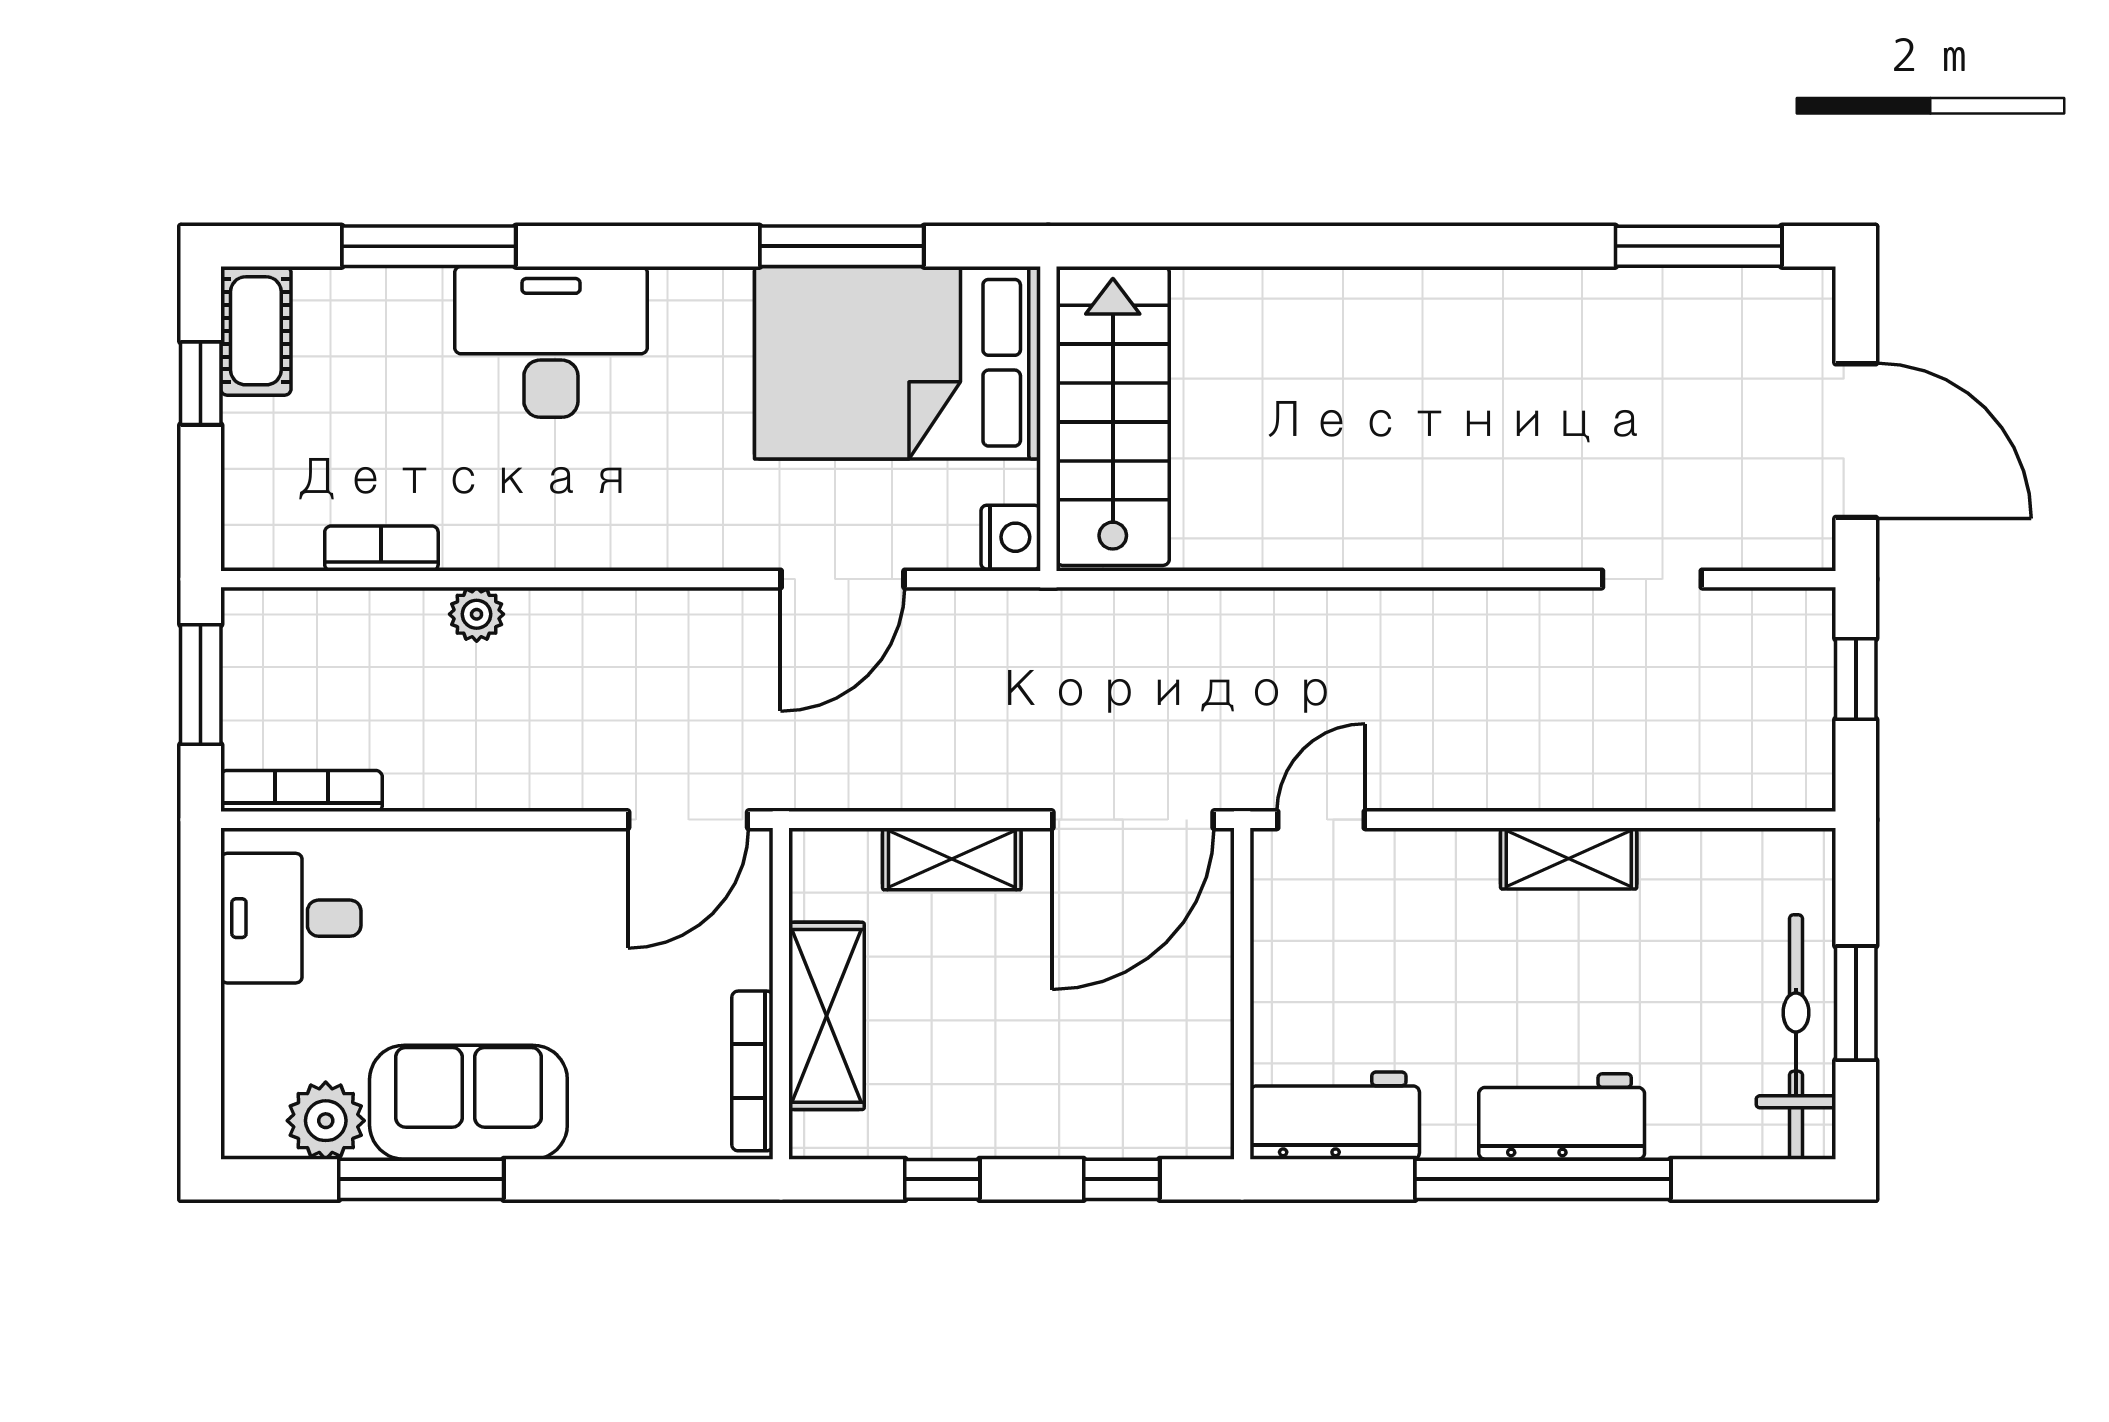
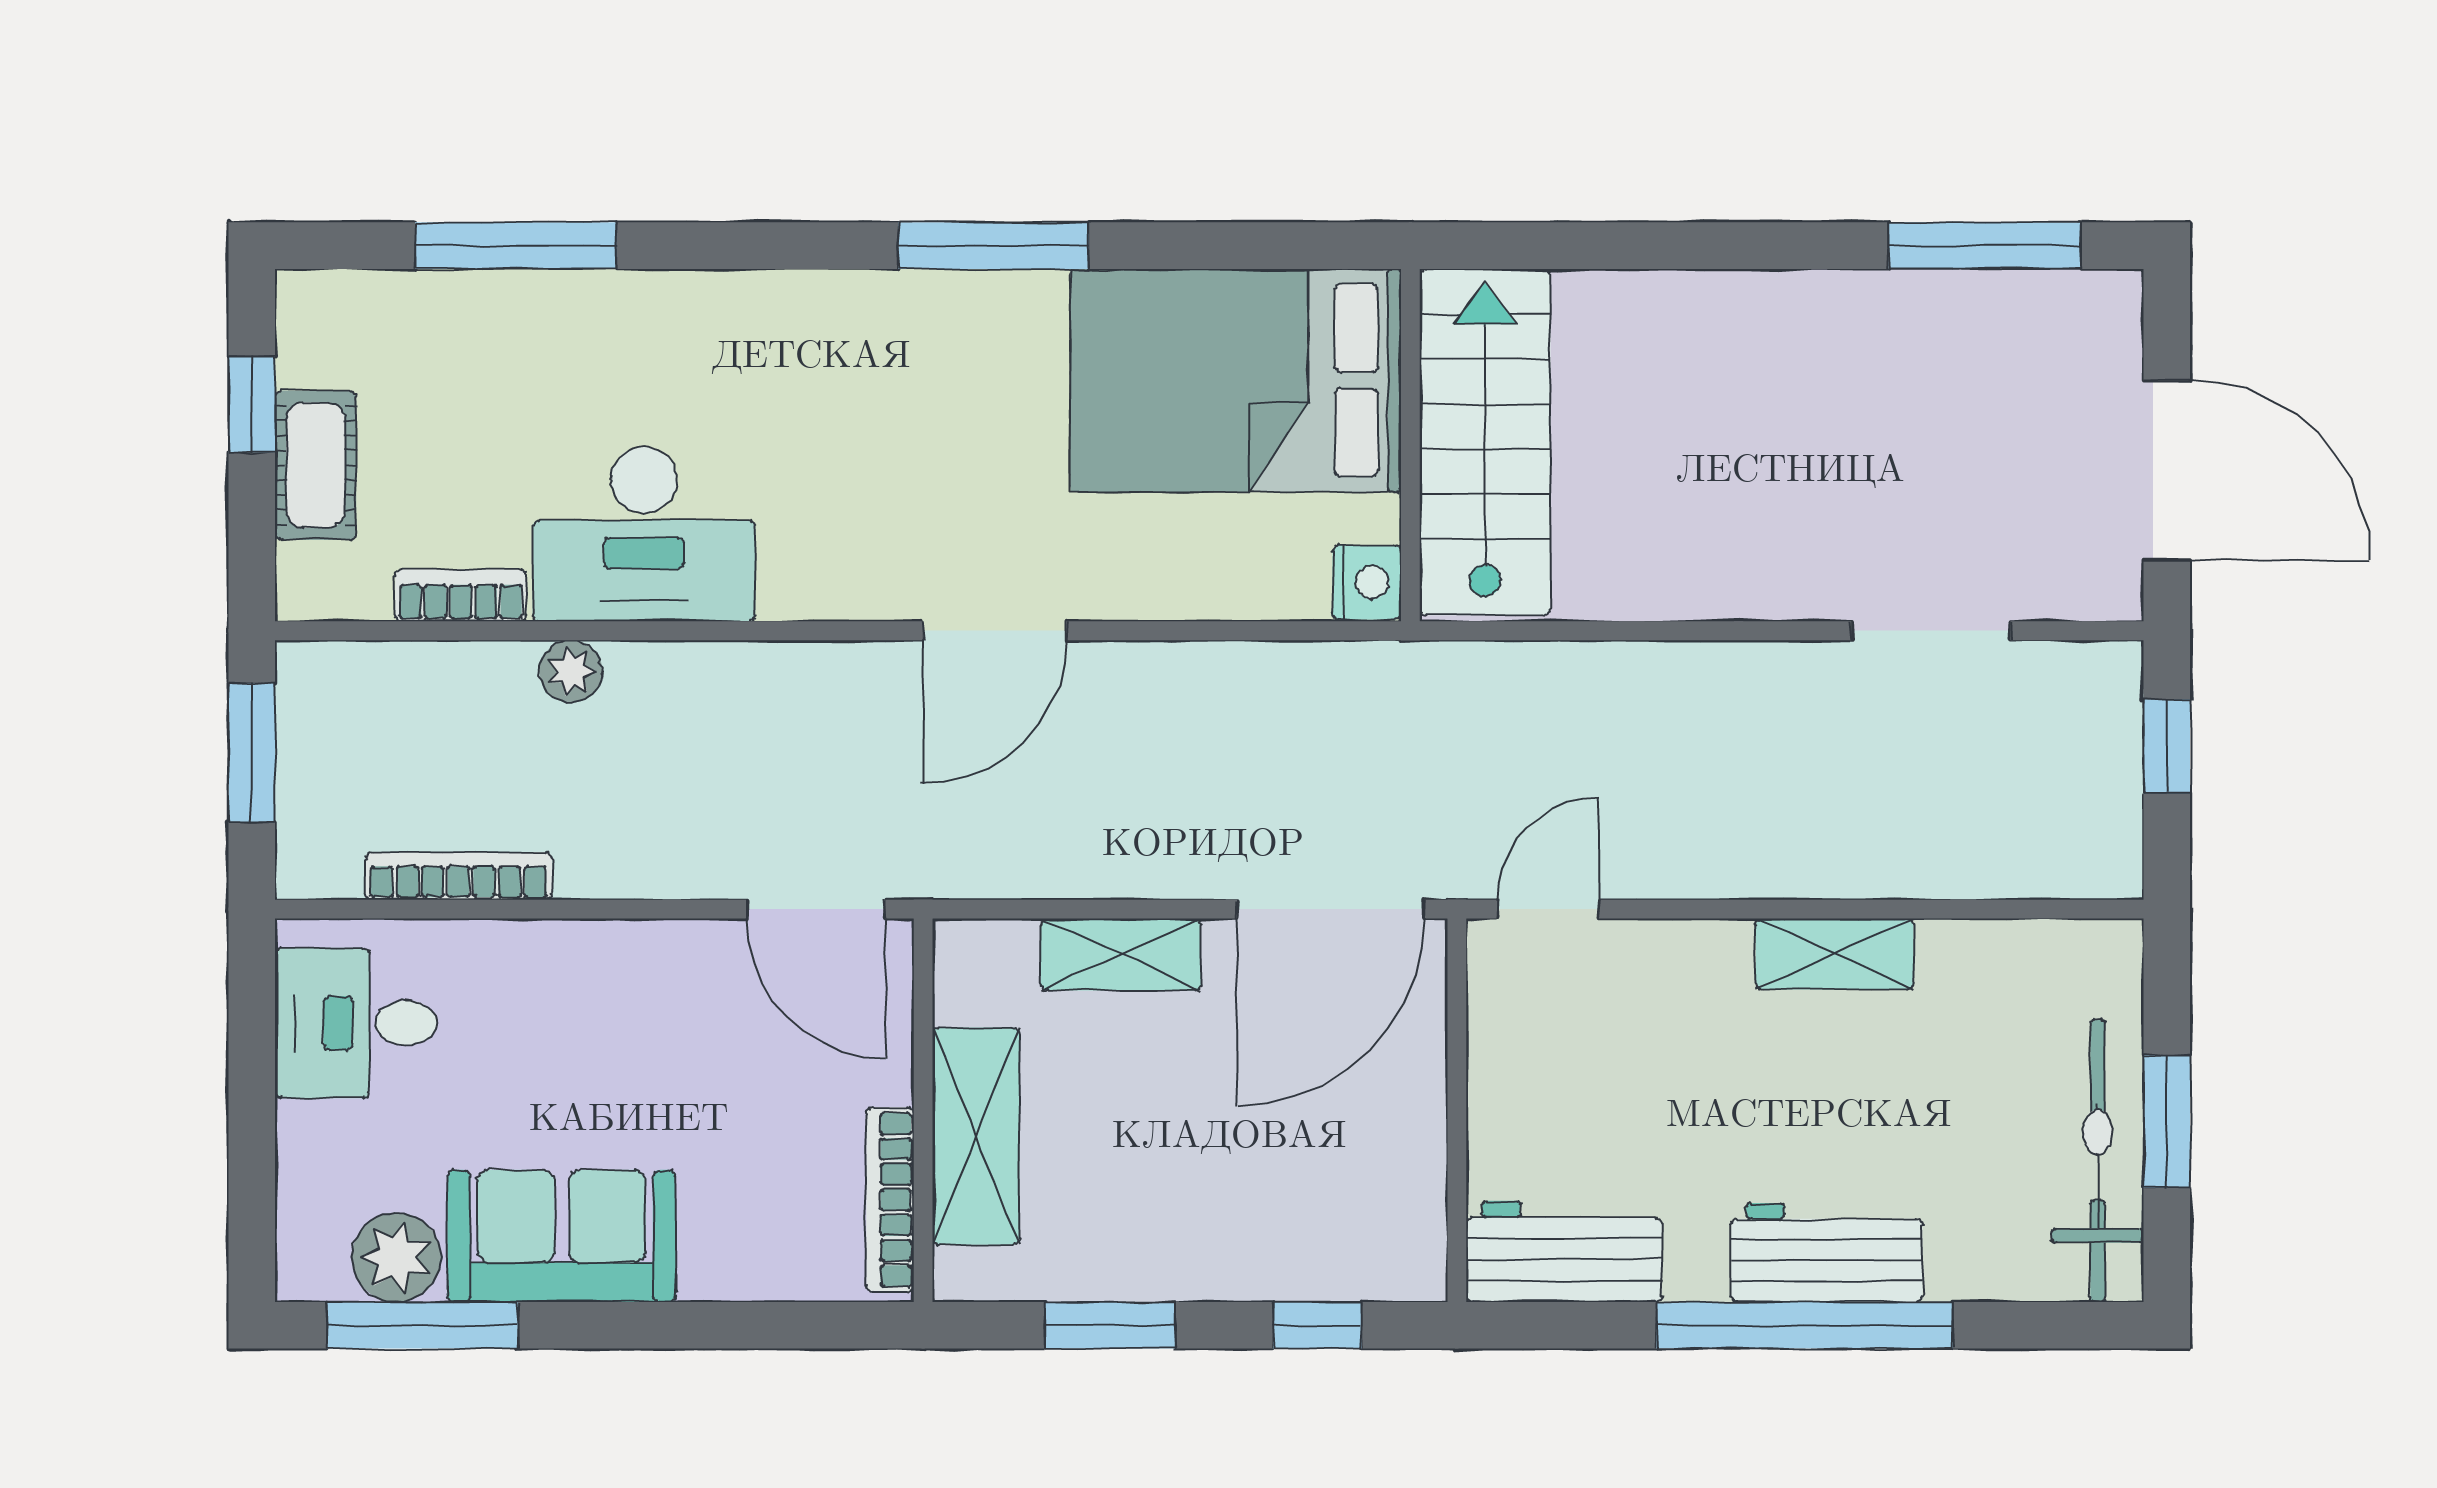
cot: (256, 331) -> (316, 465), moved
desk: (551, 342) -> (644, 534), moved, turned 180
bed: (897, 363) -> (1236, 380), moved
stairs: (1113, 416) -> (1485, 442), moved
wall: (1048, 419) -> (1410, 445), moved
nightstand: (1011, 537) -> (1367, 582), moved
doorway: (1652, 579) -> (1931, 631), width x1.38
bookcase: (301, 791) -> (458, 876), moved
door: (688, 820) -> (816, 909), hinge flipped
window: (421, 1179) -> (422, 1325), moved
window: (942, 1179) -> (1110, 1325), width x1.50

